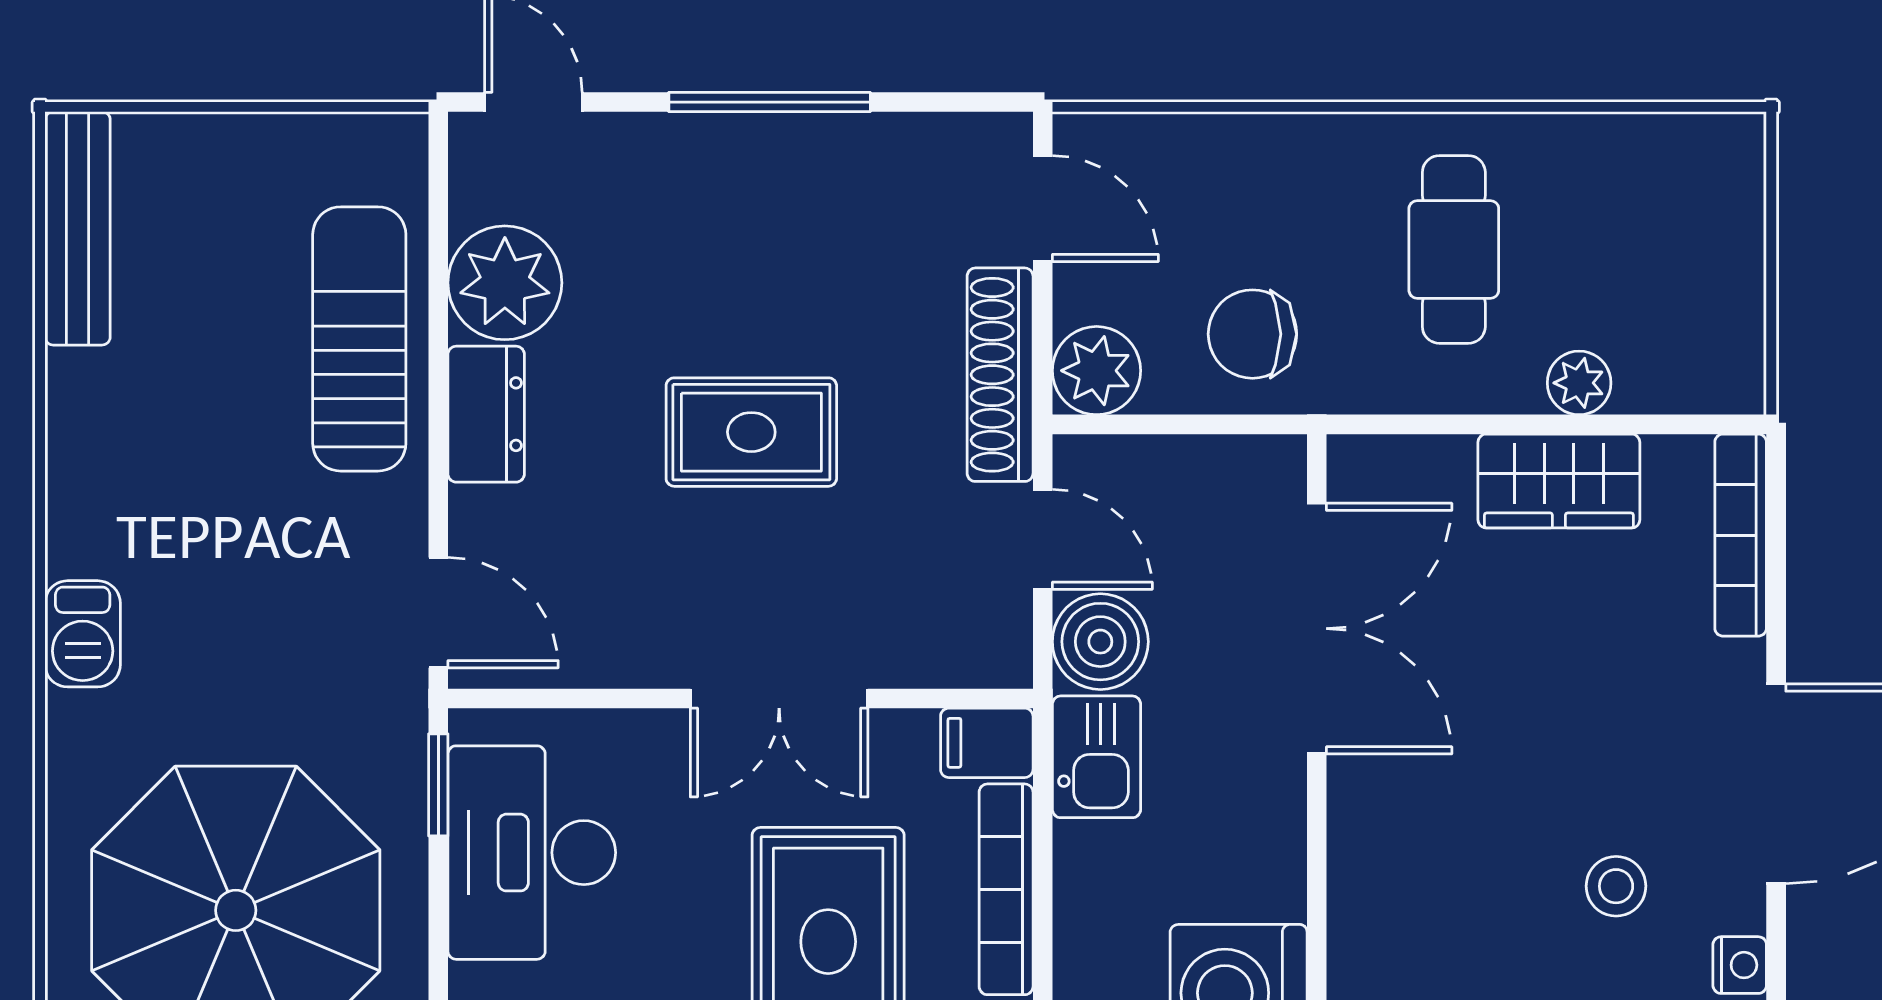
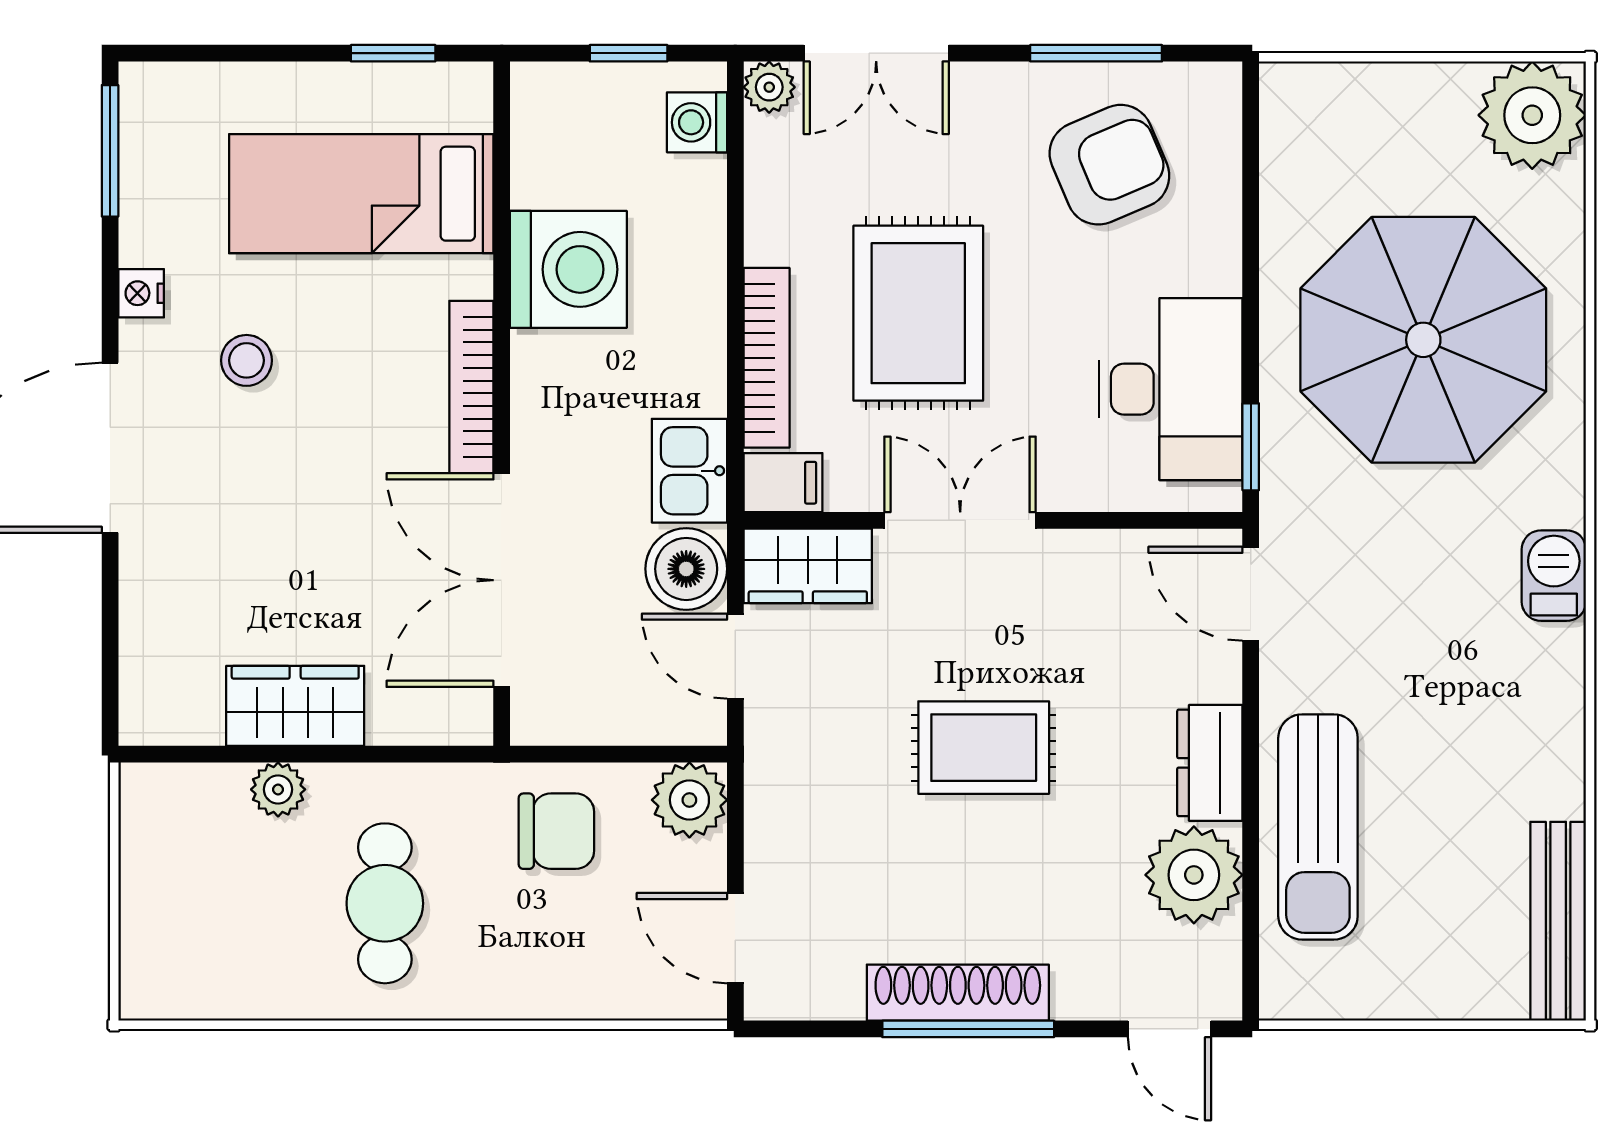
shoe rack: (1000, 375) -> (958, 993), moved, turned -90
bookcase: (1741, 535) -> (471, 387), moved, turned 180
wardrobe: (958, 645) -> (808, 566), added

